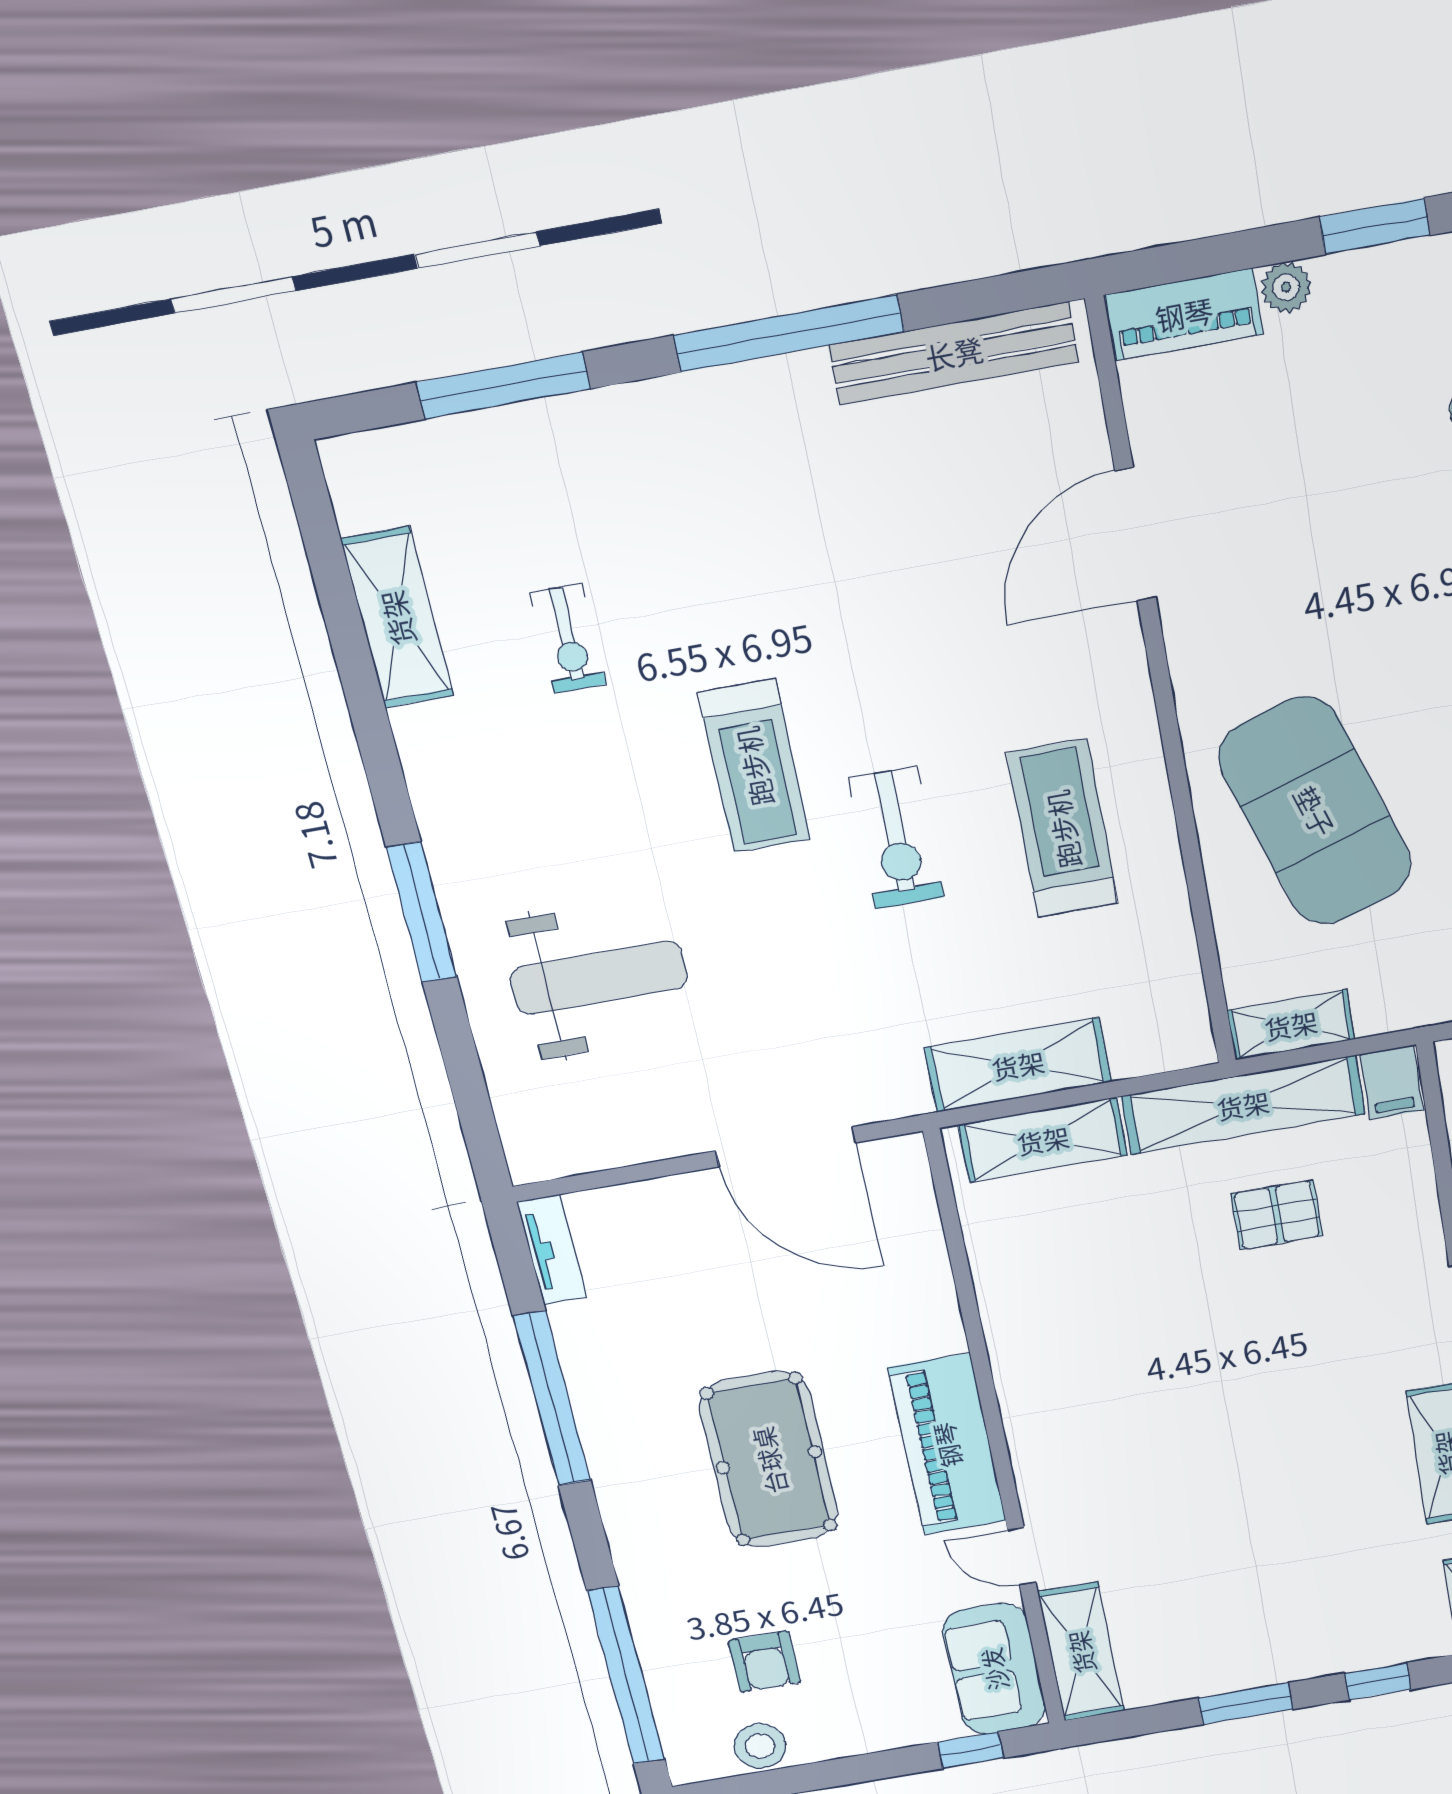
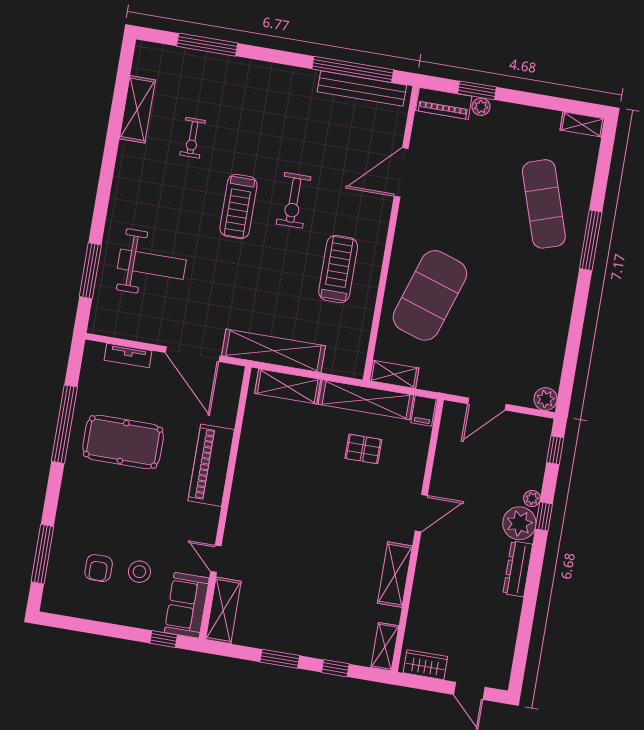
window: (1375, 226) -> (477, 90), moved
window: (789, 333) -> (353, 69), moved
exercise mat: (1315, 811) -> (430, 295), turned 36
exercise bike: (896, 838) -> (294, 200), moved
window: (422, 912) -> (90, 271), moved
shelving: (1018, 1065) -> (274, 351), width x1.47
tv unit: (552, 1250) -> (128, 355), moved, turned 90
piano: (947, 1445) -> (211, 465), moved
pool table: (769, 1460) -> (123, 442), moved, turned 90
window: (626, 1676) -> (42, 554), width x0.68
stool: (760, 1746) -> (139, 572), moved

